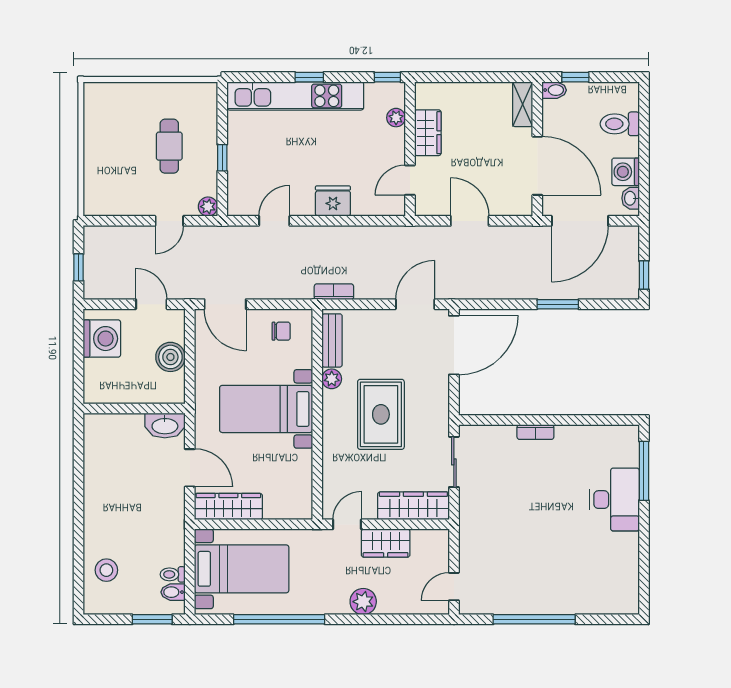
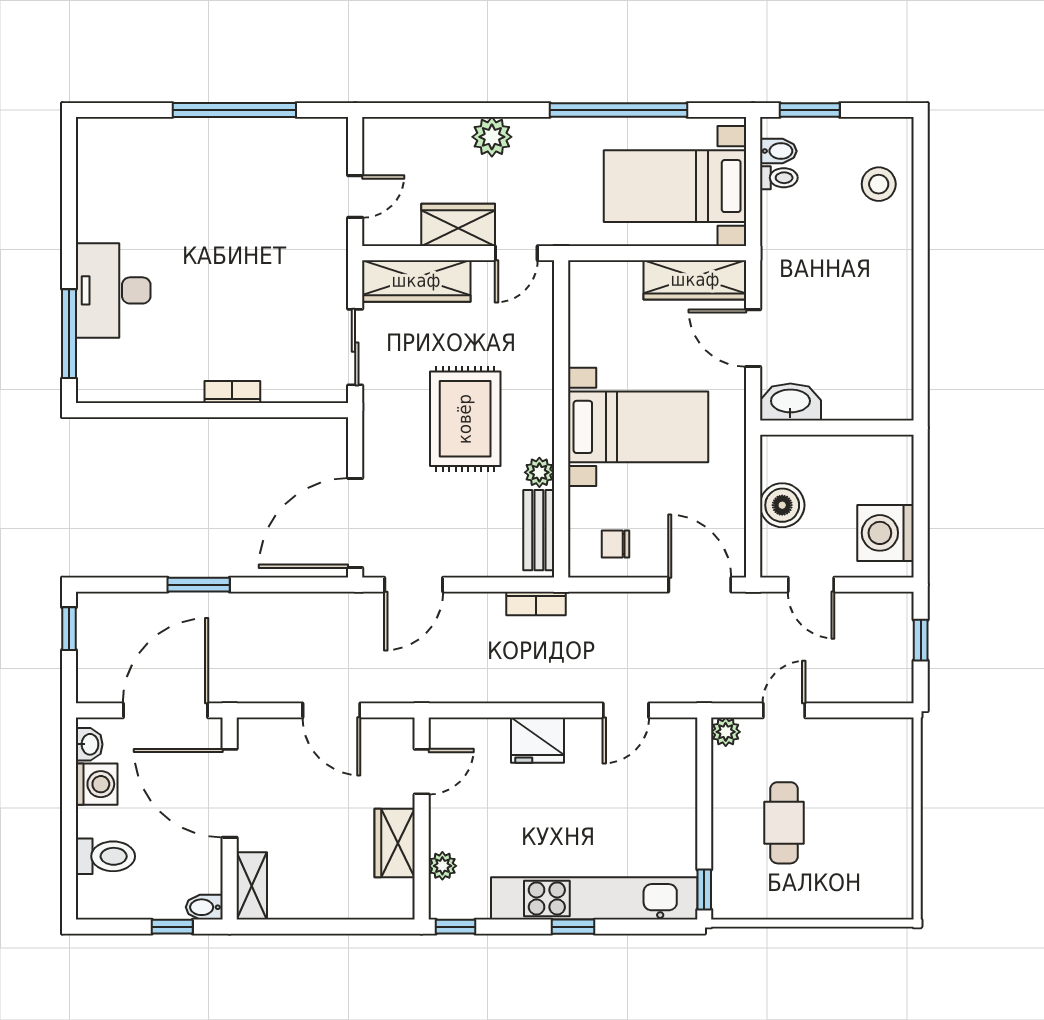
window: (222, 158) -> (704, 889), moved
door: (454, 587) -> (355, 197), moved

